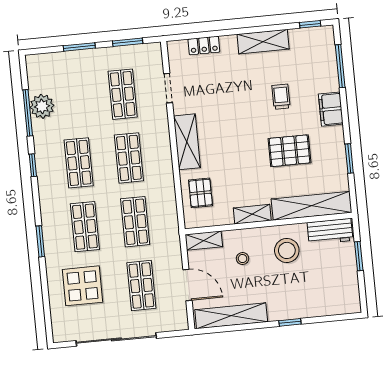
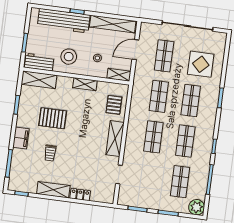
locker: (204, 46) -> (80, 195), moved
shop shelf: (123, 94) -> (180, 182), moved
plant: (42, 106) -> (197, 207), moved
shelving: (312, 206) -> (39, 80), width x0.68
door: (187, 285) -> (135, 50), hinge flipped
workbench: (307, 303) -> (64, 21), added

